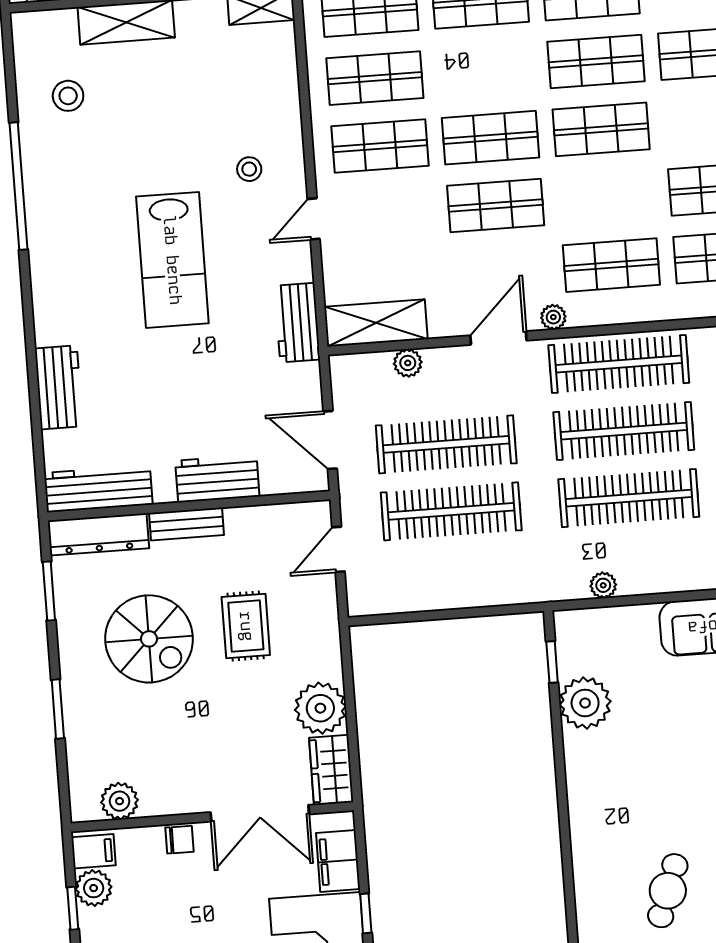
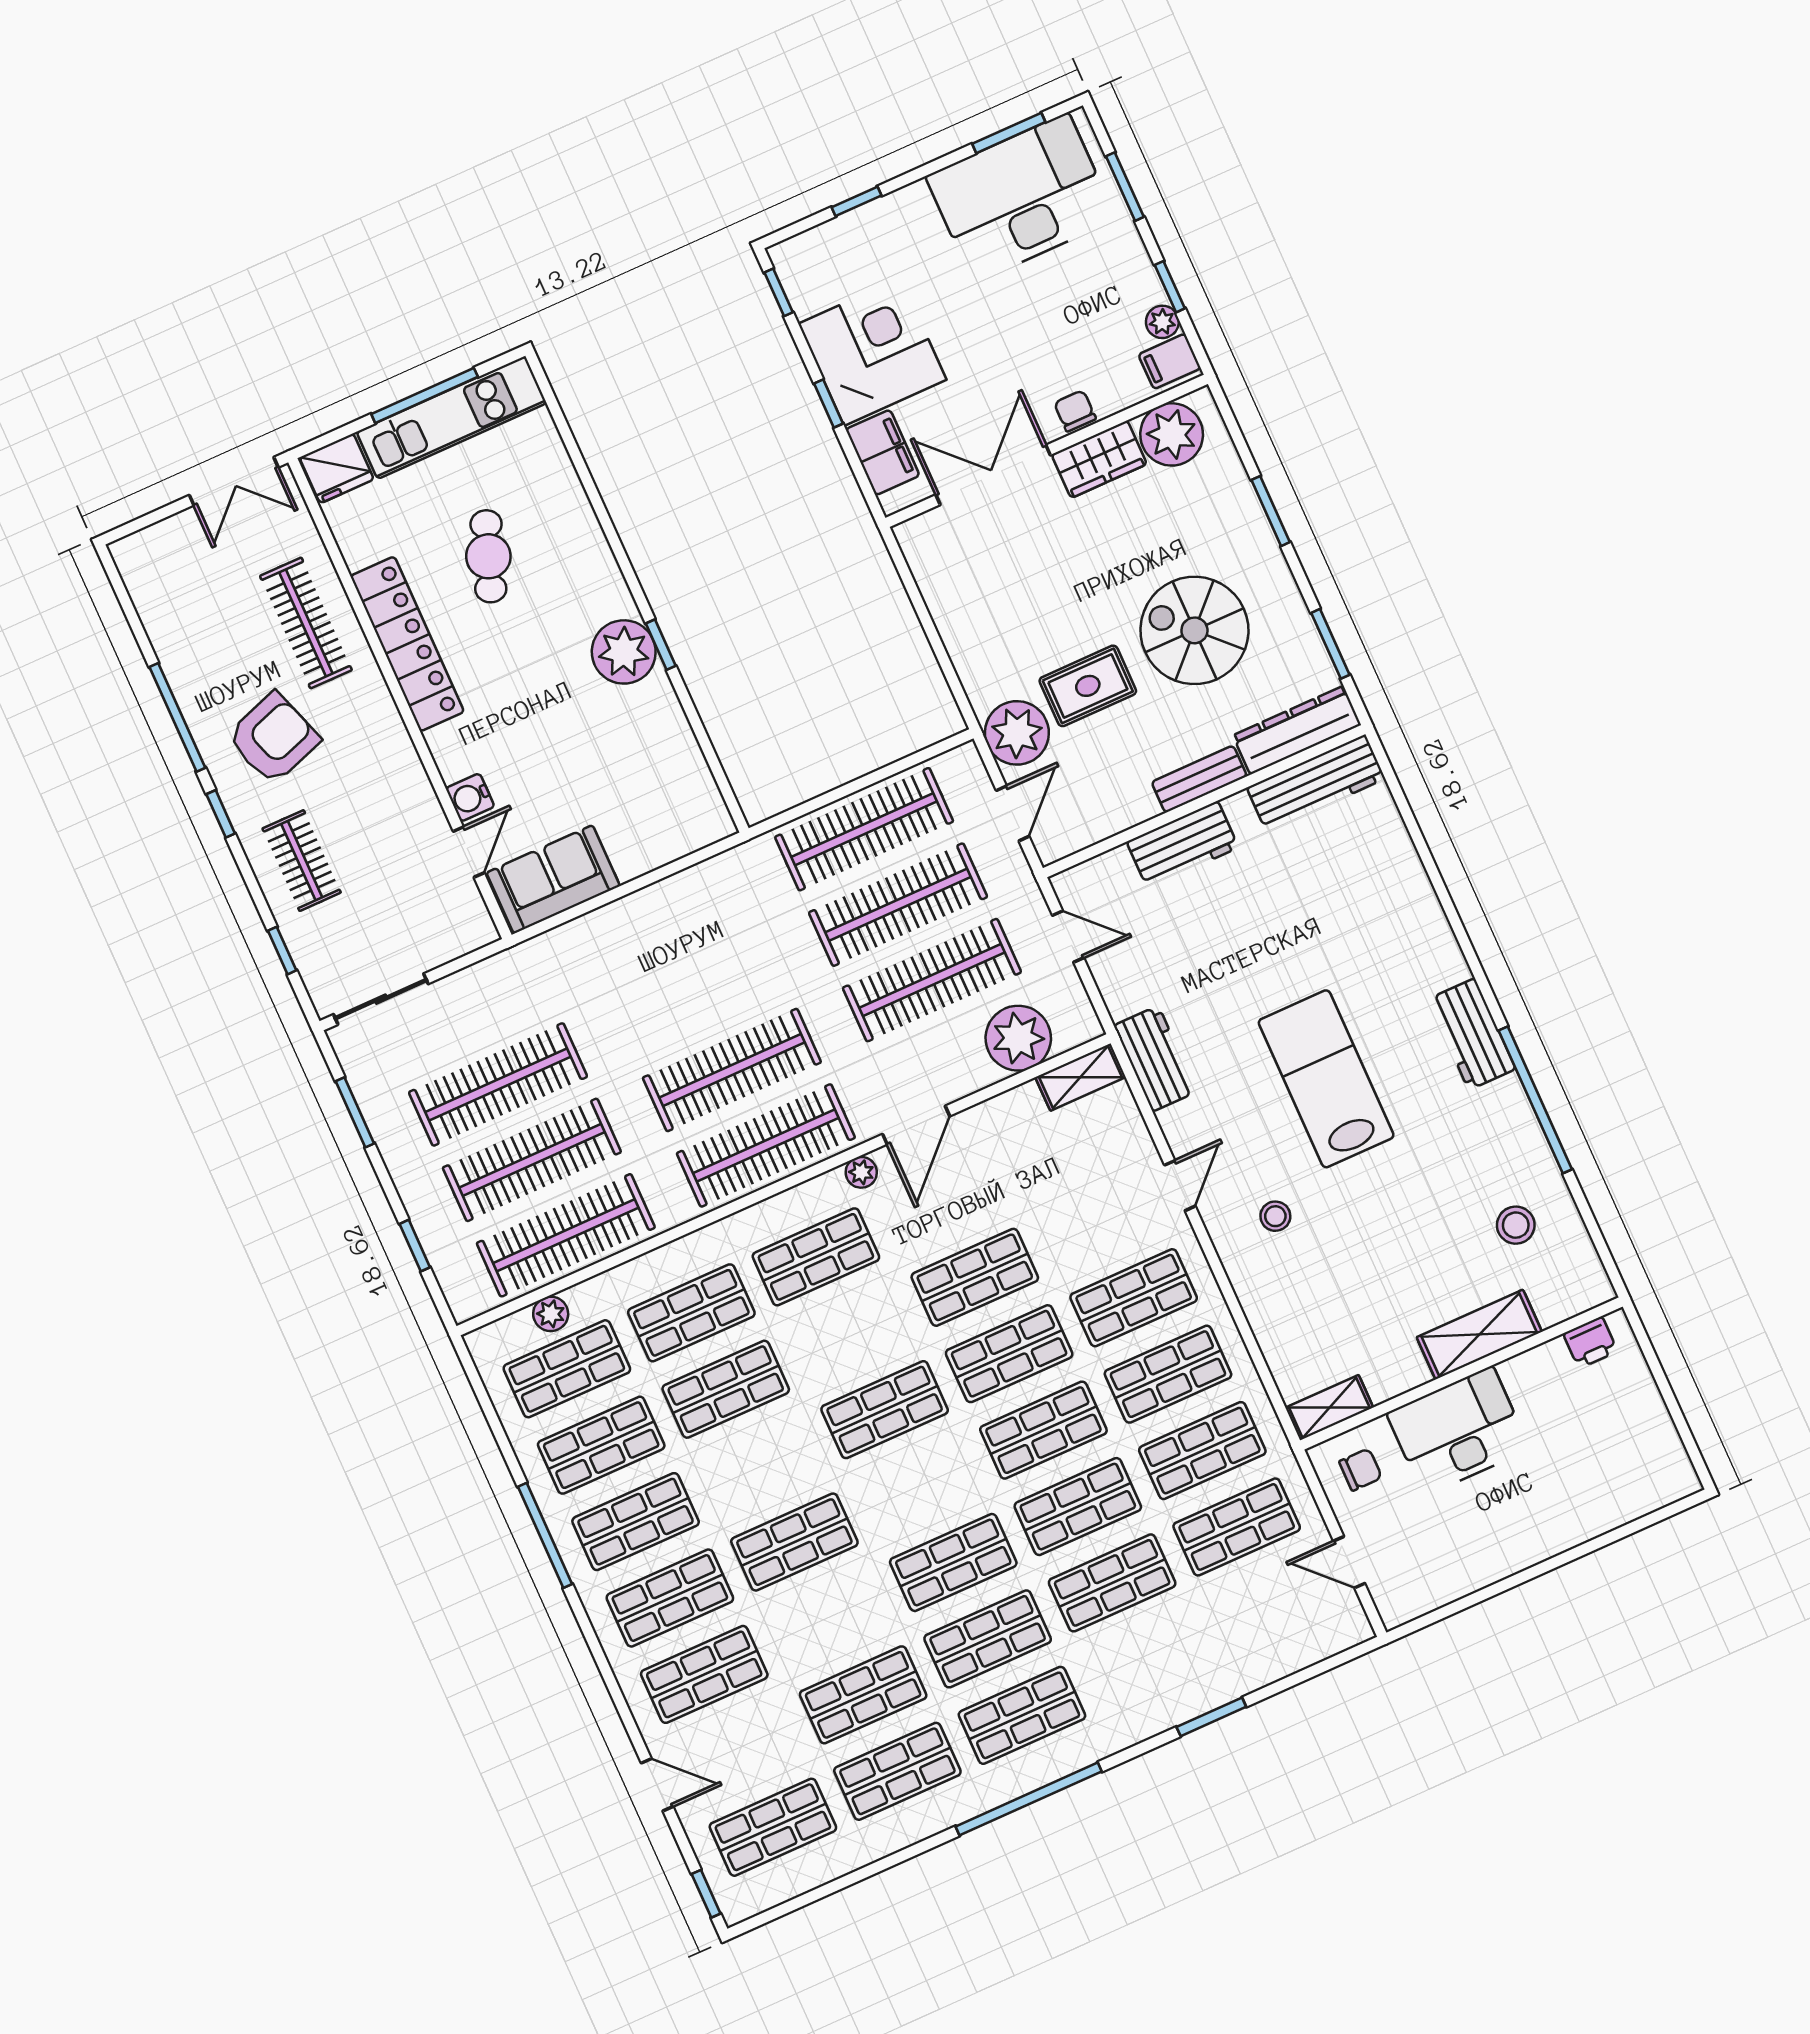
shop shelf: (596, 62) -> (1043, 1430), moved
shelving: (376, 323) -> (1081, 1077), width x0.67, depth x0.75
plant: (408, 363) -> (1018, 1038), width x1.88, depth x1.88
workbench: (59, 387) -> (1472, 1034), moved
door: (330, 440) -> (1068, 937), width x0.73
clothes rail: (629, 498) -> (864, 829), moved
plant: (603, 585) -> (691, 883), removed
rug: (246, 626) -> (1088, 686), turned 90
window: (552, 662) -> (661, 645), moved
plant: (585, 703) -> (624, 652), moved
plant: (320, 708) -> (1017, 733), moved
wardrobe: (331, 770) -> (1099, 459), moved, turned 90
plant: (120, 801) -> (1172, 434), width x1.36, depth x1.36
chair: (180, 840) -> (1075, 411), turned 90
plant: (94, 888) -> (1162, 322), width x0.73, depth x0.73

